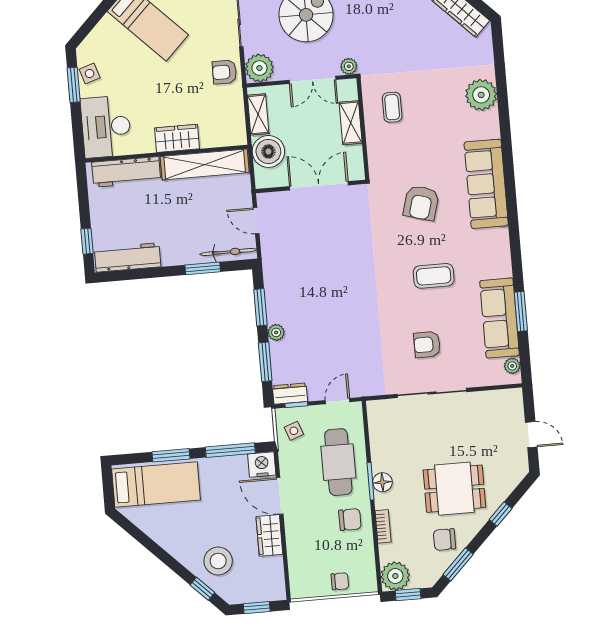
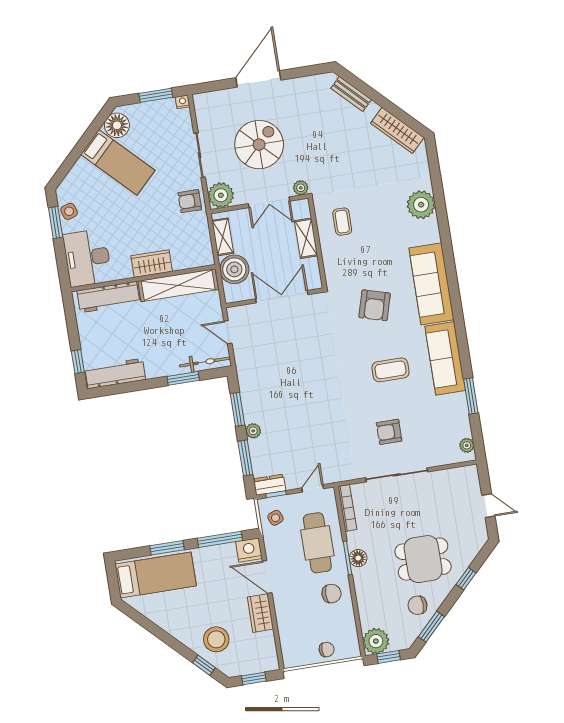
sofa: (500, 318) -> (445, 358), moved
bookcase: (383, 526) -> (347, 508), moved, width x1.56

